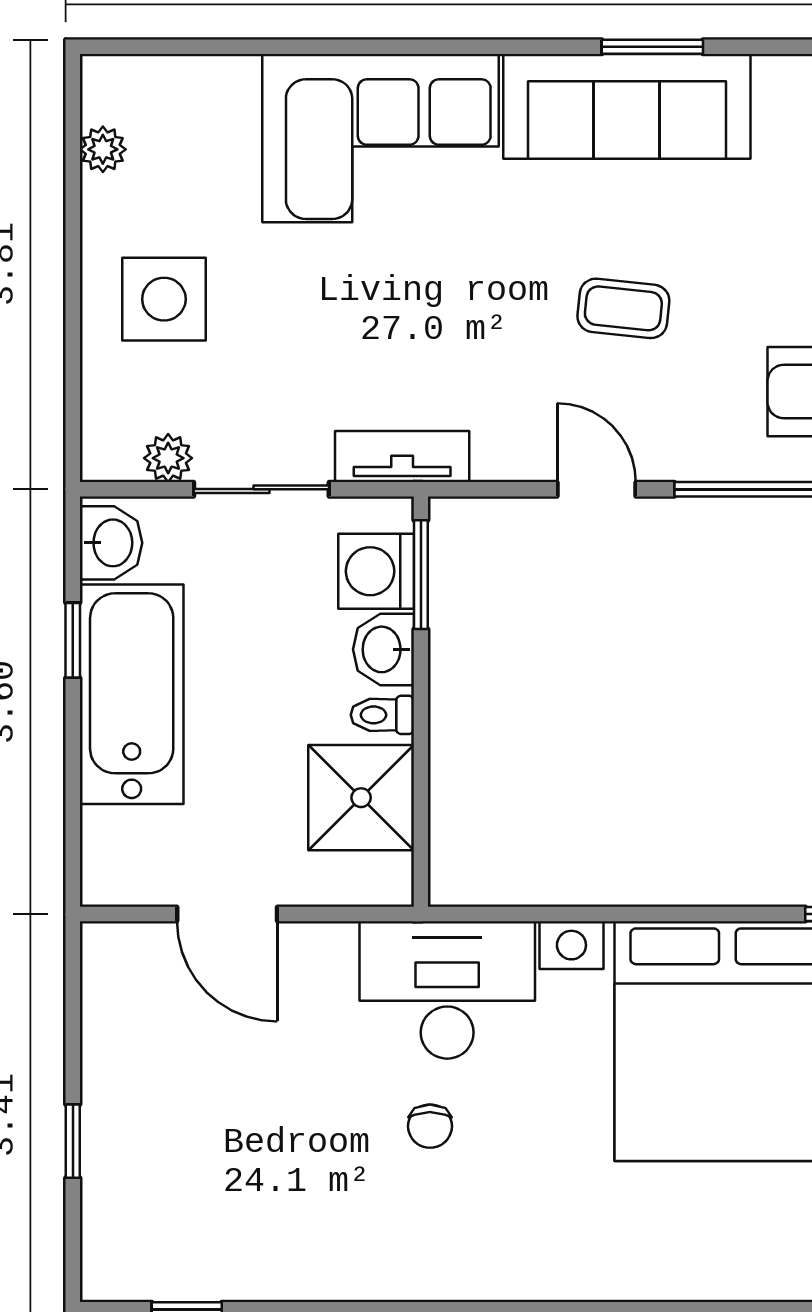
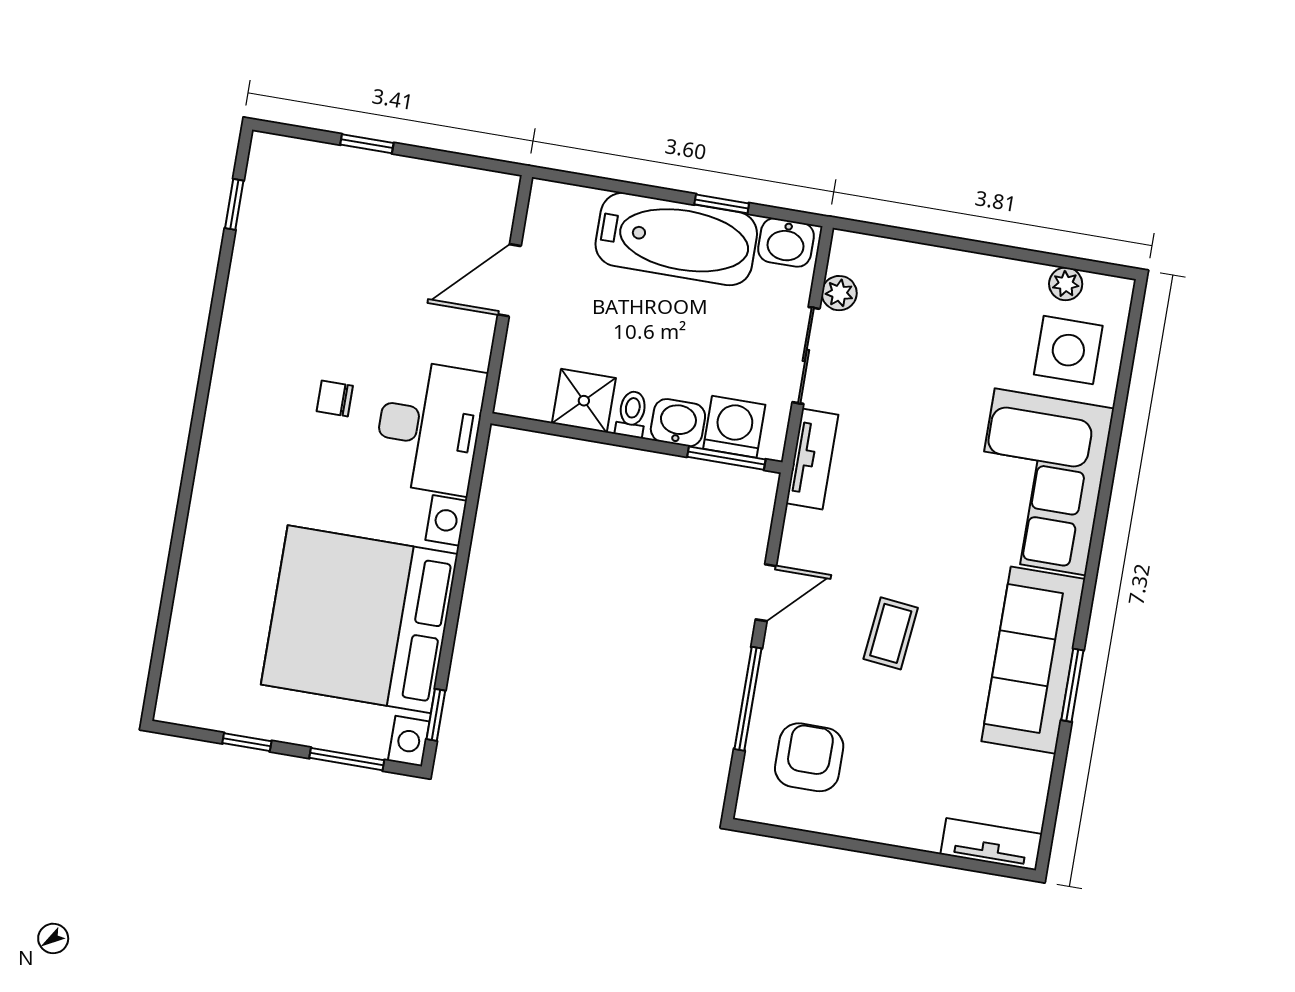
side table: (164, 299) -> (1068, 350), moved
shower: (361, 798) -> (584, 401), width x0.73, depth x0.73

